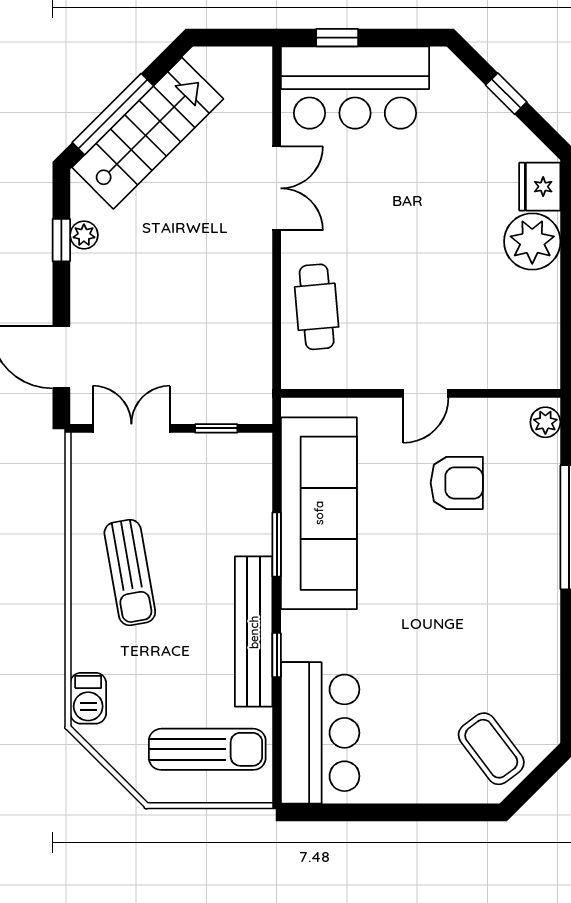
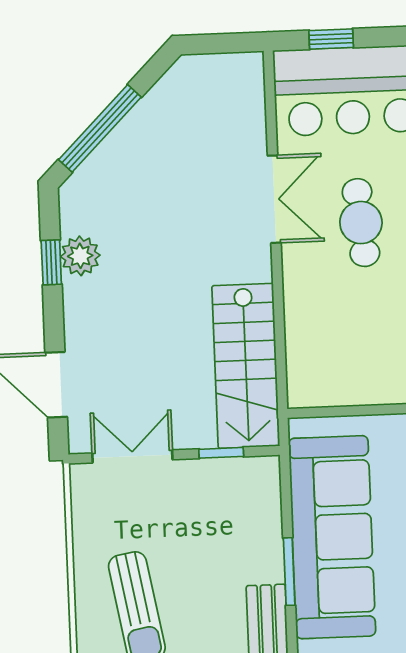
stairs: (148, 133) -> (246, 366), moved, turned 135
plant: (84, 235) -> (80, 256), width x1.38, depth x1.38
cafe table: (317, 307) -> (361, 223), moved

